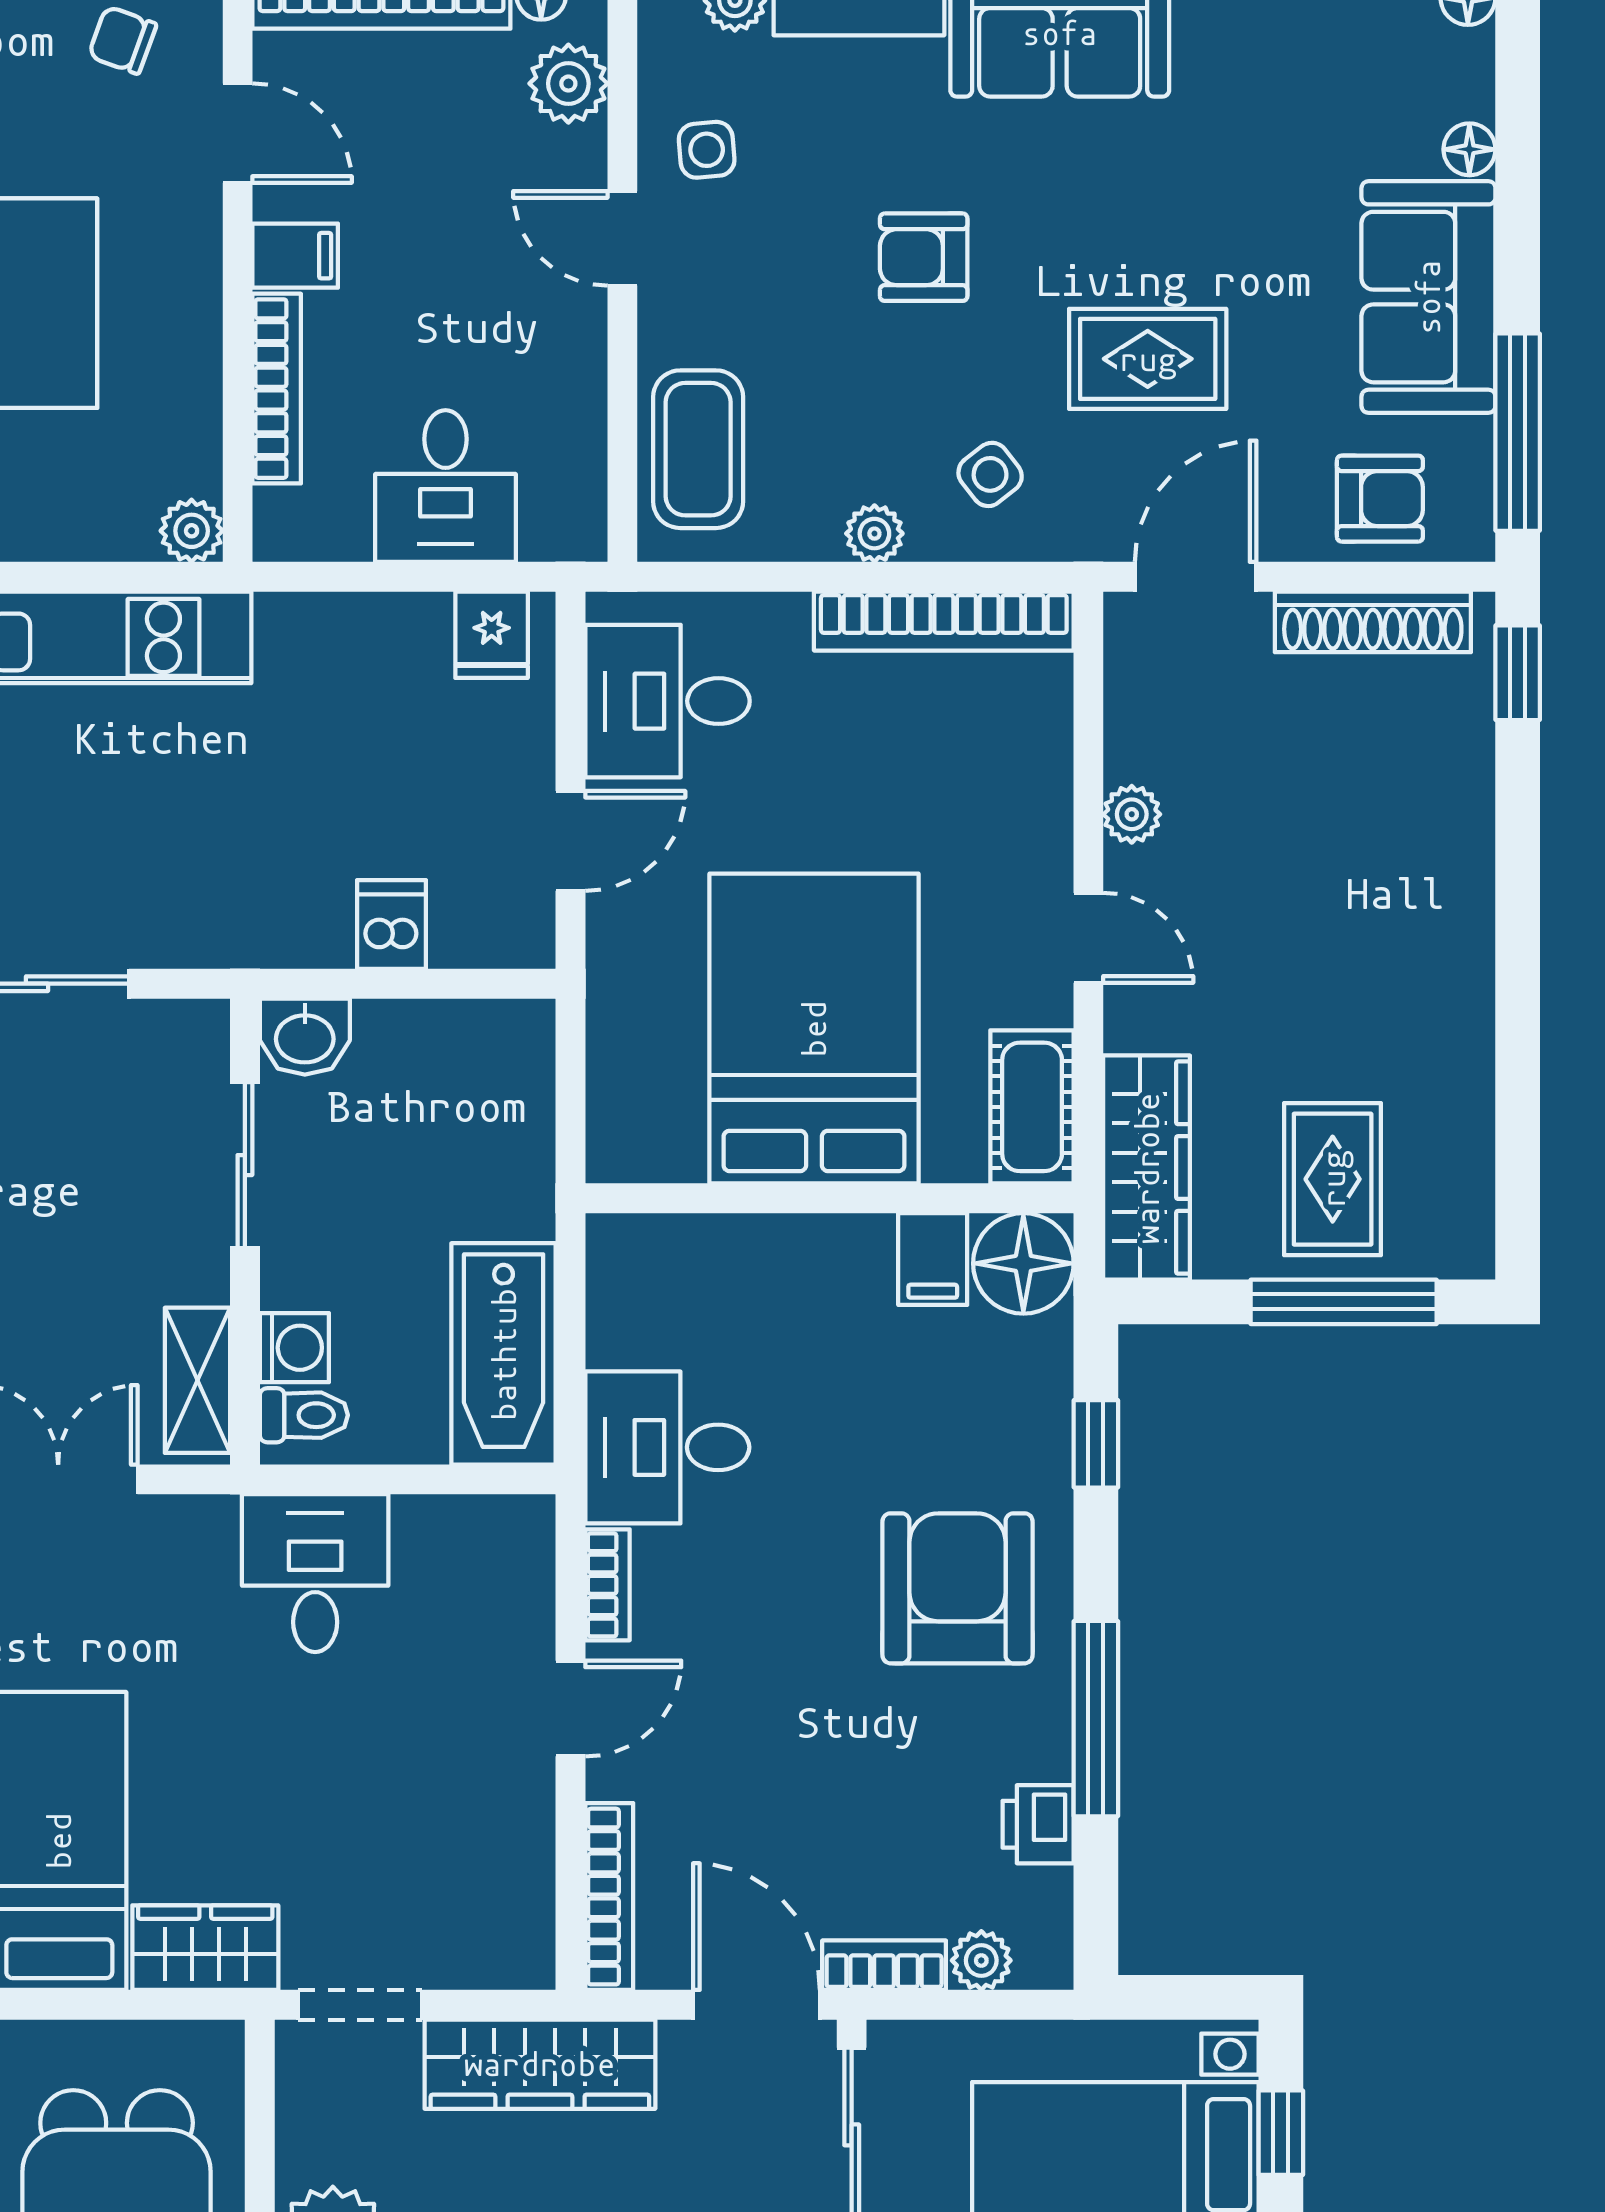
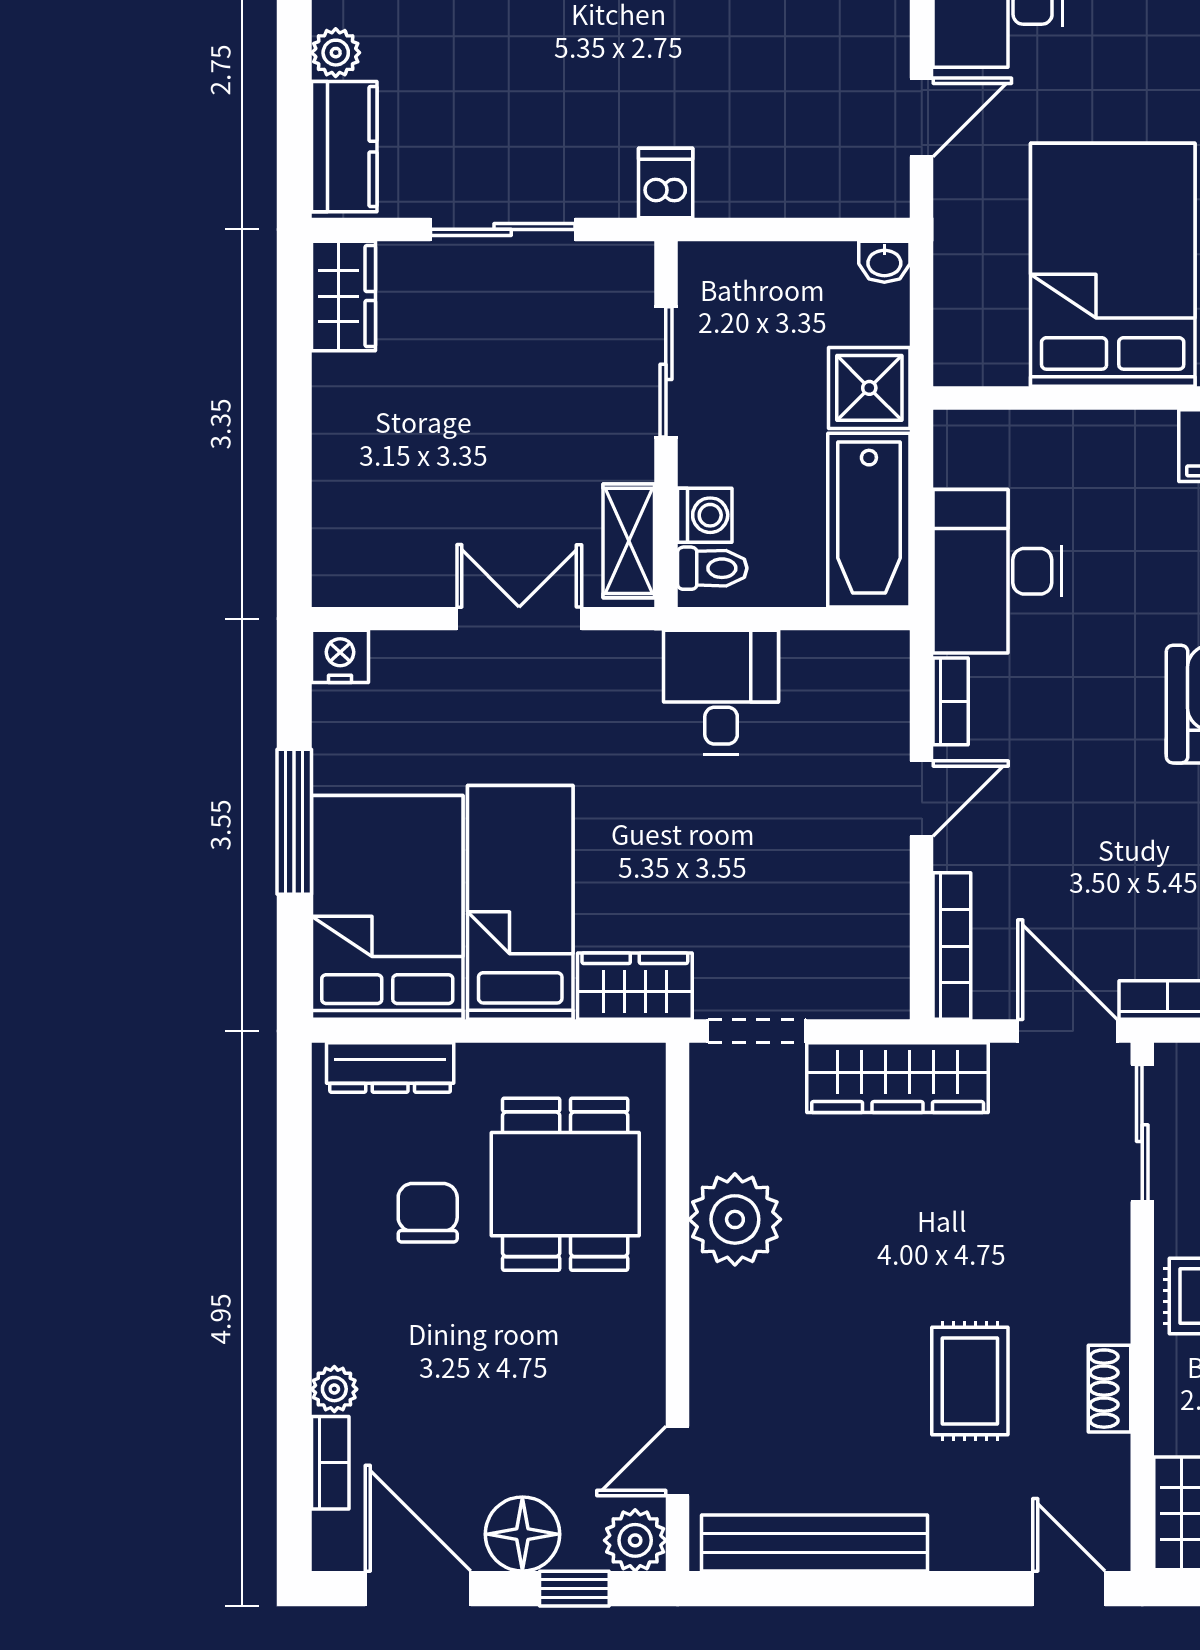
dishwasher: (392, 925) -> (666, 183), moved
washbasin: (305, 1037) -> (884, 262), moved, width x0.72, depth x0.69
shower: (504, 1186) -> (869, 388), added
desk: (667, 1447) -> (997, 571), width x1.37

